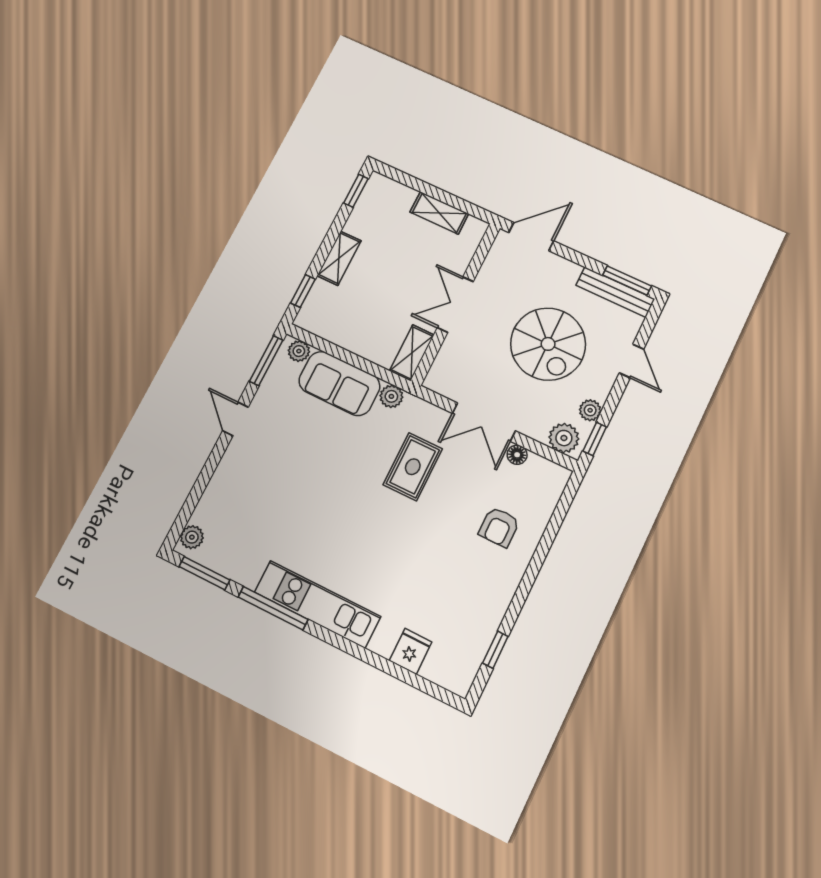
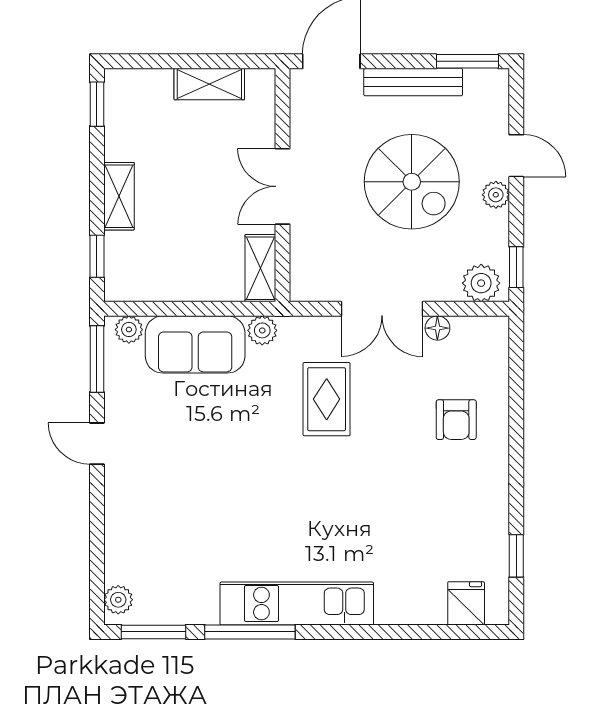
bench: (615, 292) -> (413, 82), moved
plant: (590, 410) -> (496, 195), moved
fridge: (411, 651) -> (466, 603), moved

